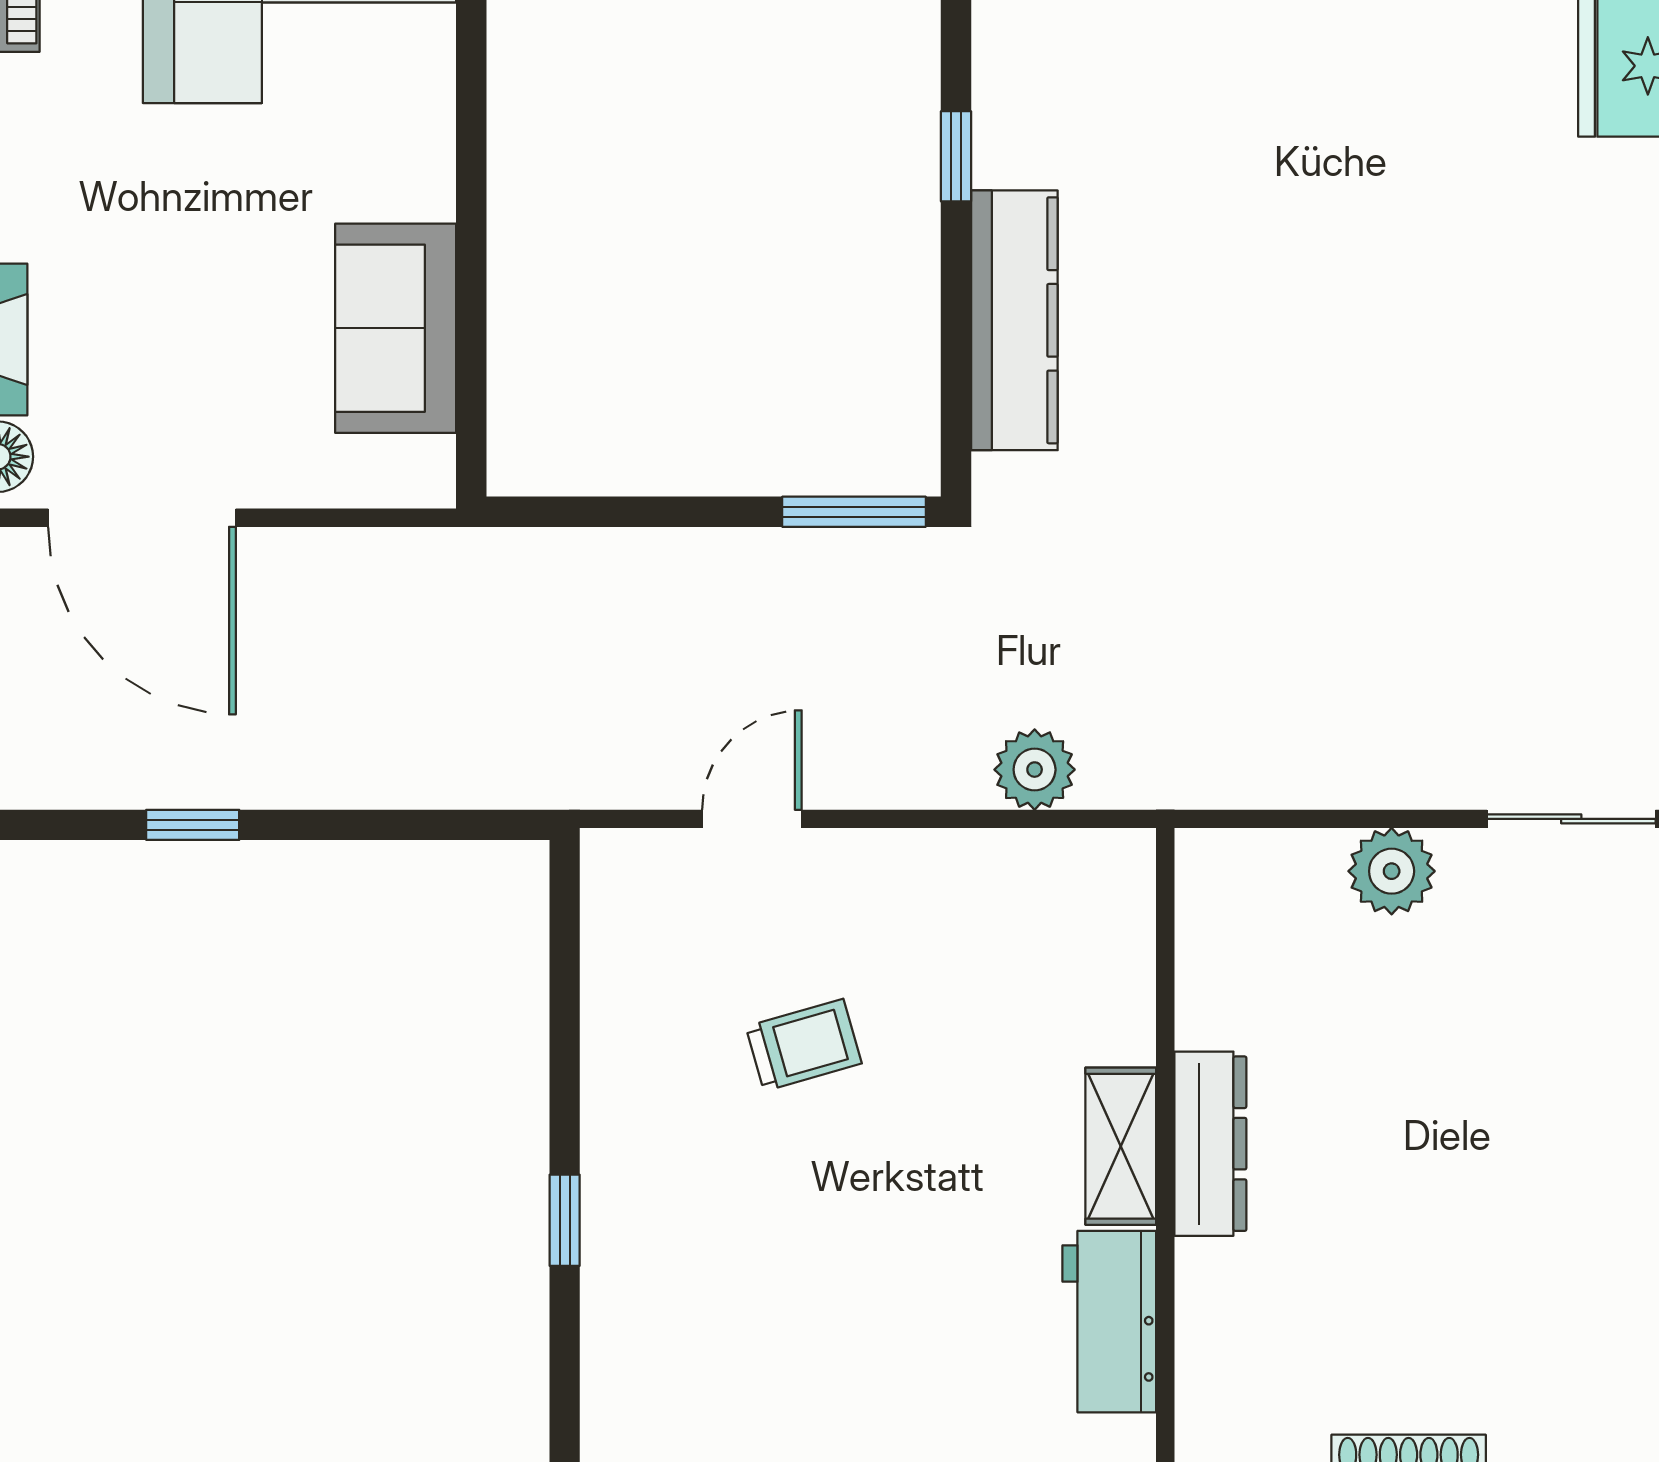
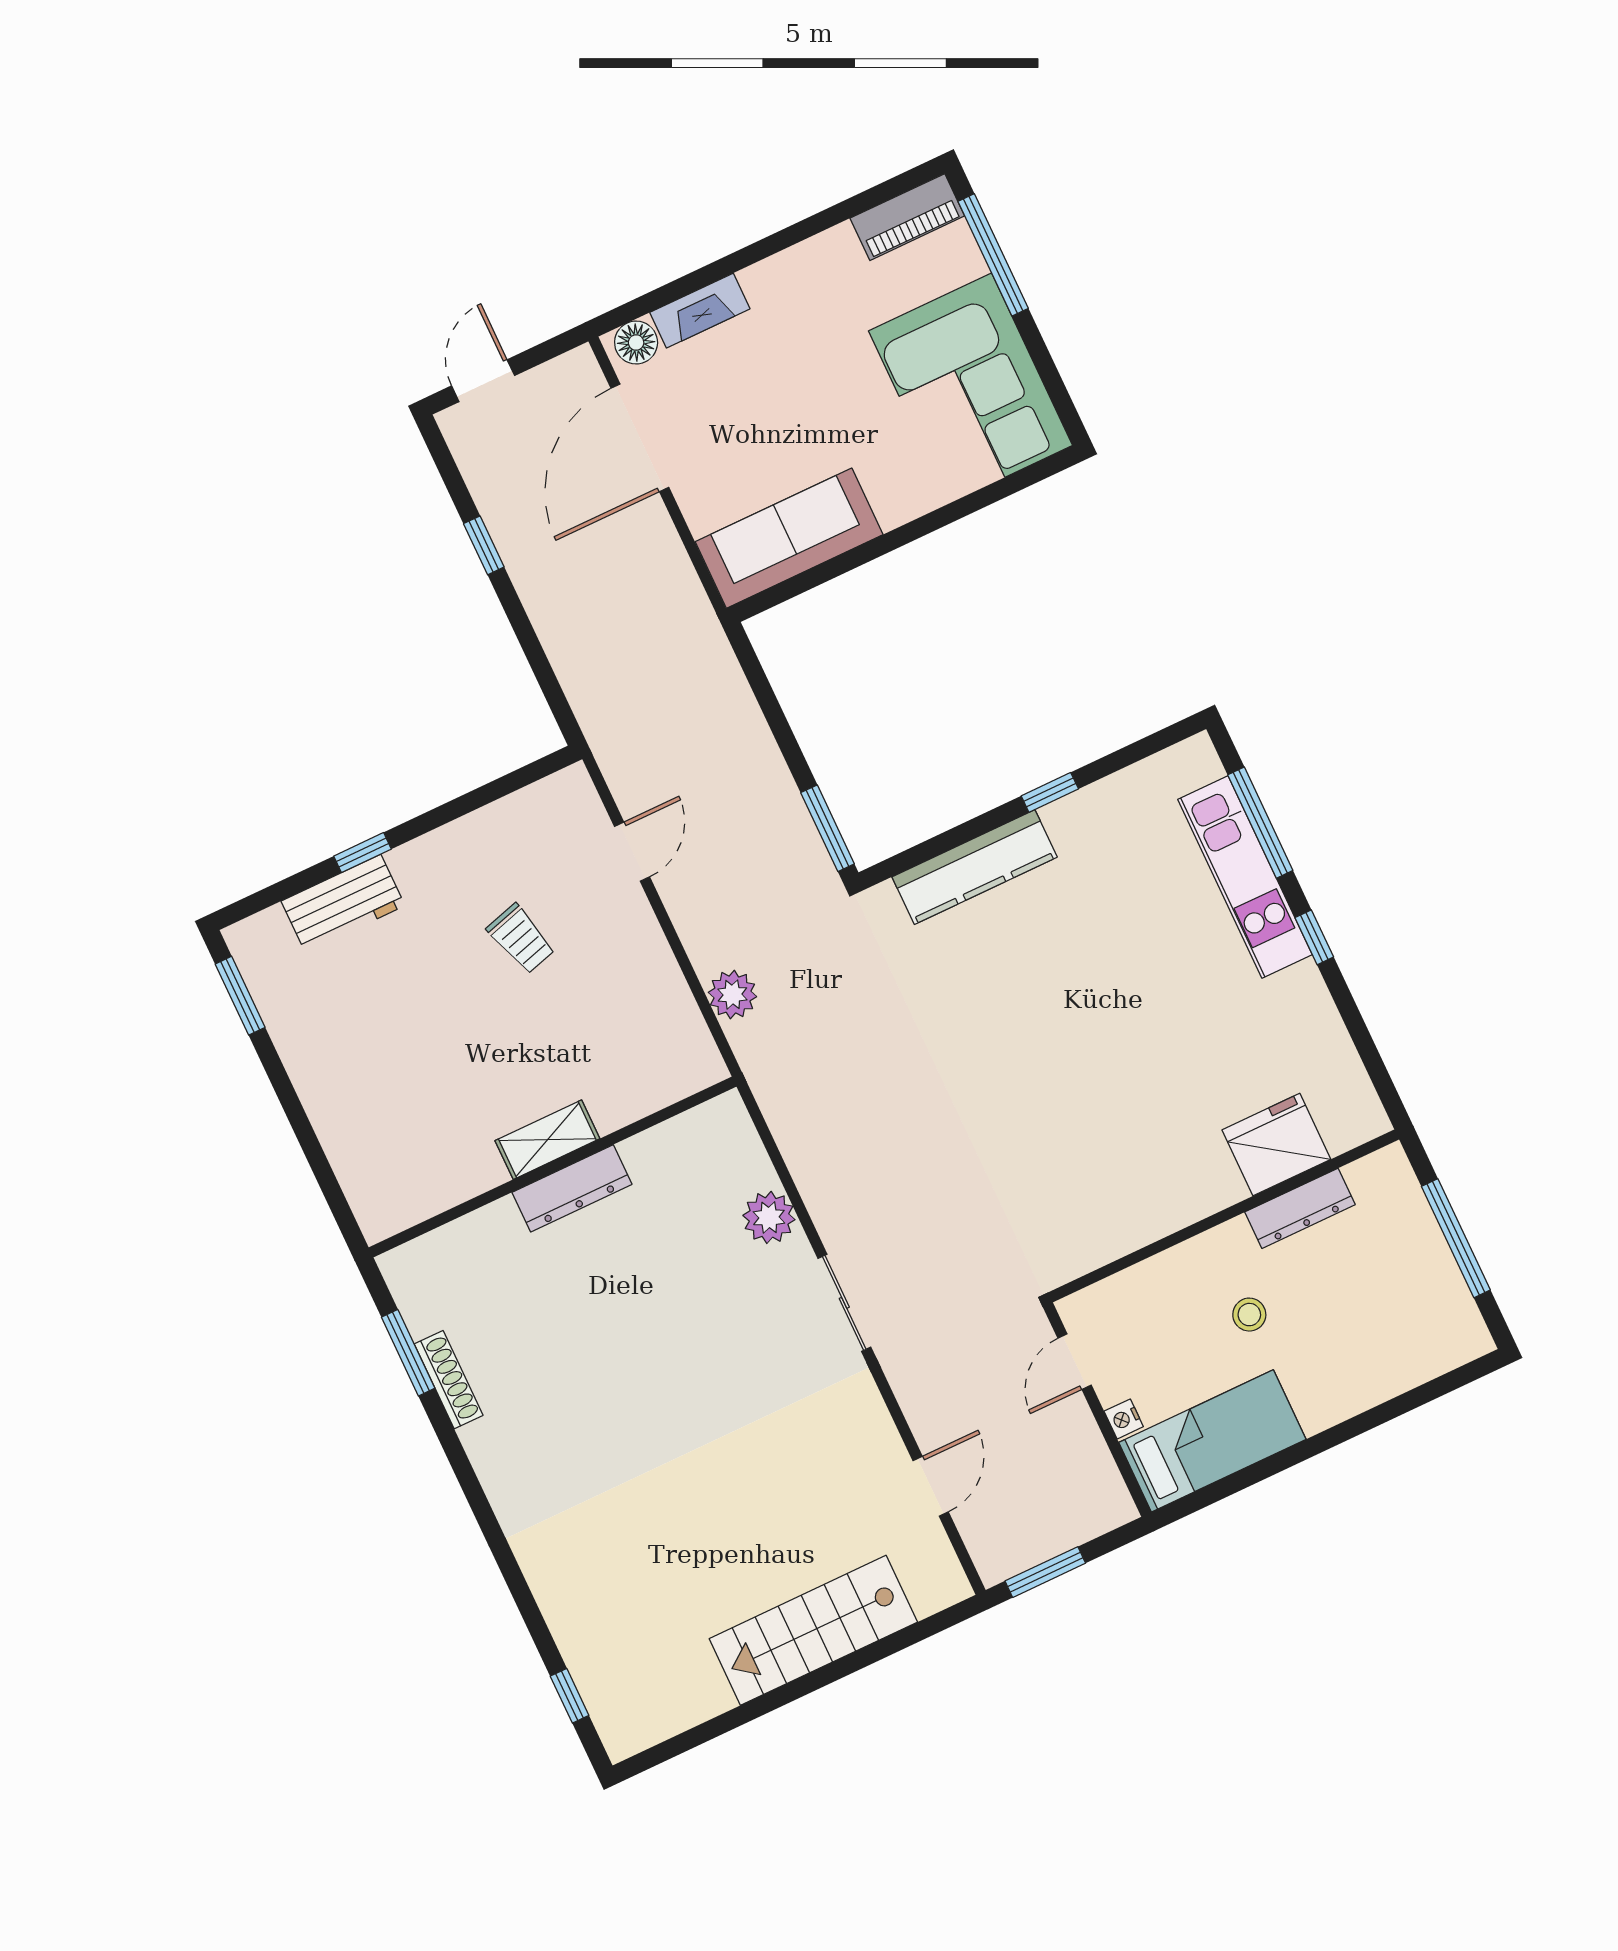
sofa: (396, 328) -> (789, 538), width x1.36
door: (752, 819) -> (632, 852), hinge flipped
workbench: (1109, 1322) -> (343, 903), moved, turned 180

